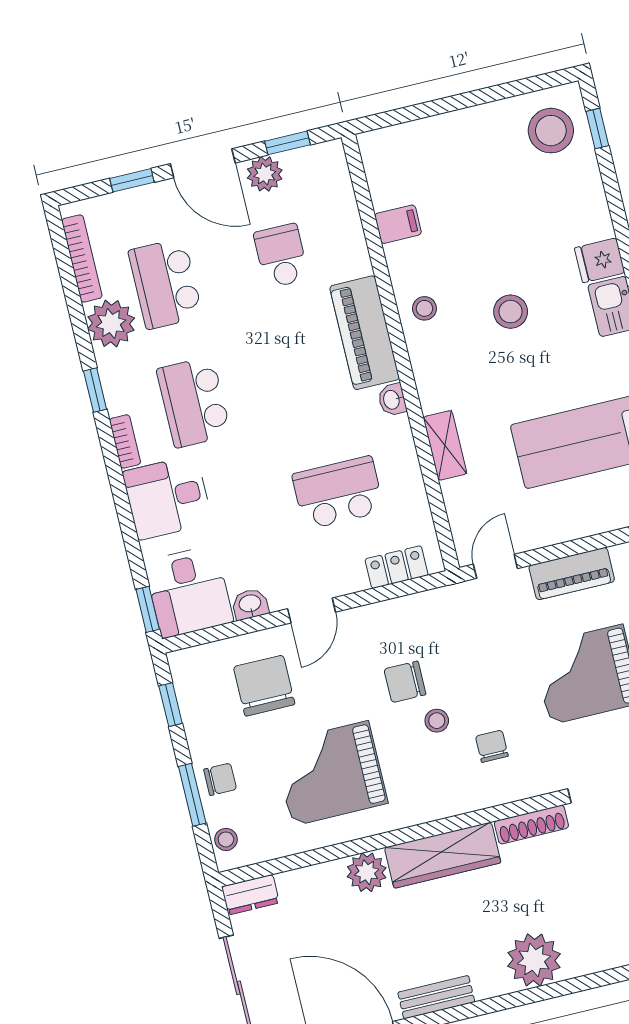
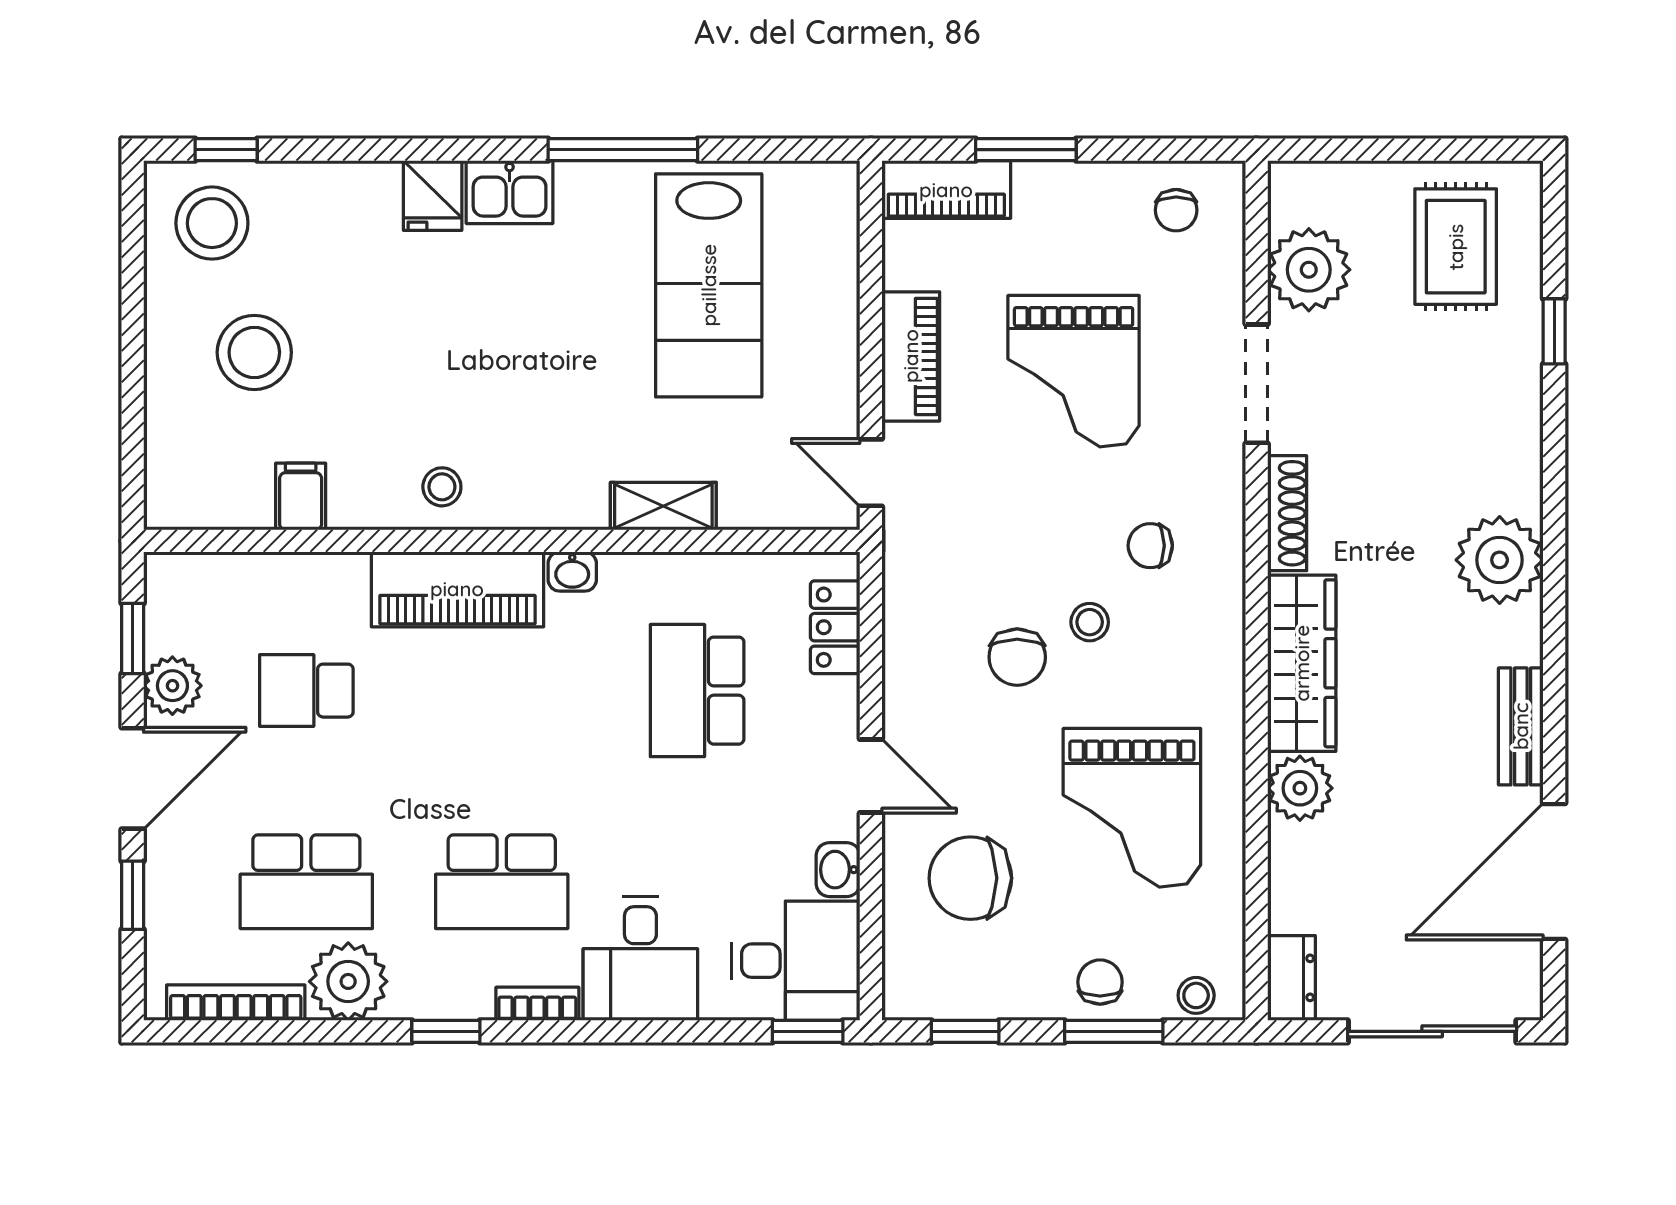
stool: (511, 312) -> (254, 352), moved, width x1.38, depth x1.38

